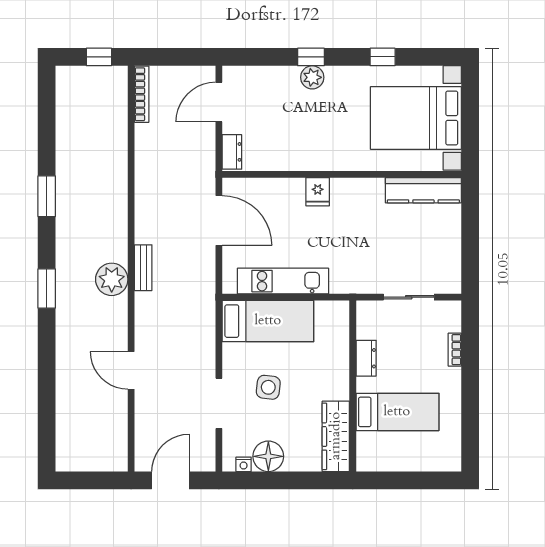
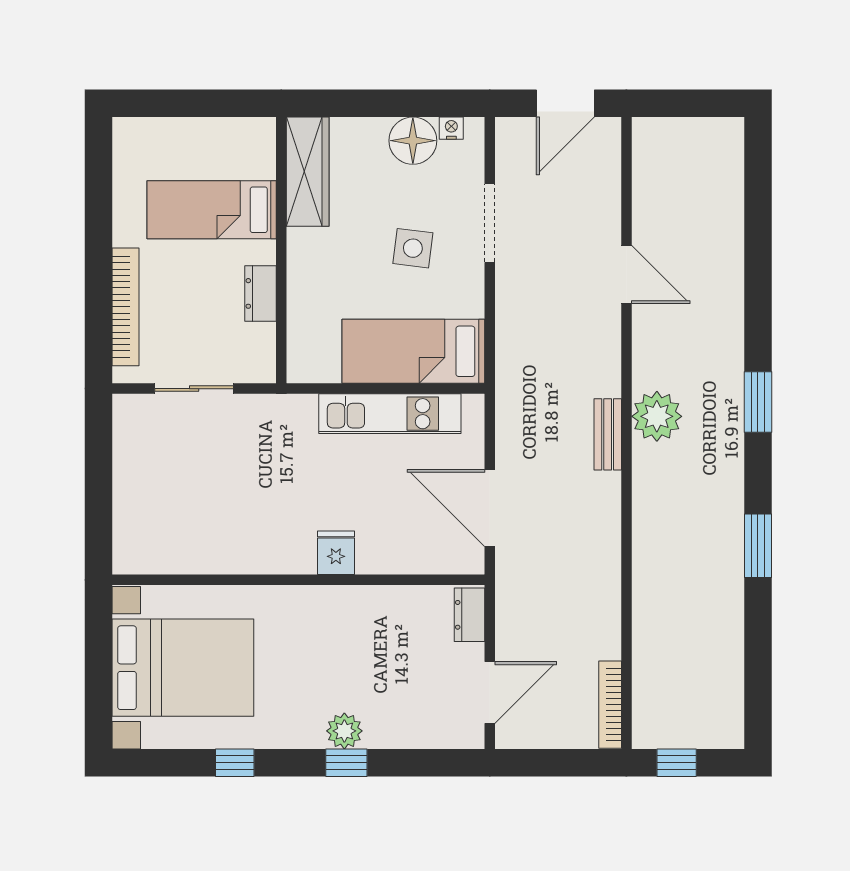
kitchen counter: (423, 190) -> (171, 555), removed
bookcase: (455, 350) -> (126, 307), width x2.31, depth x1.31

